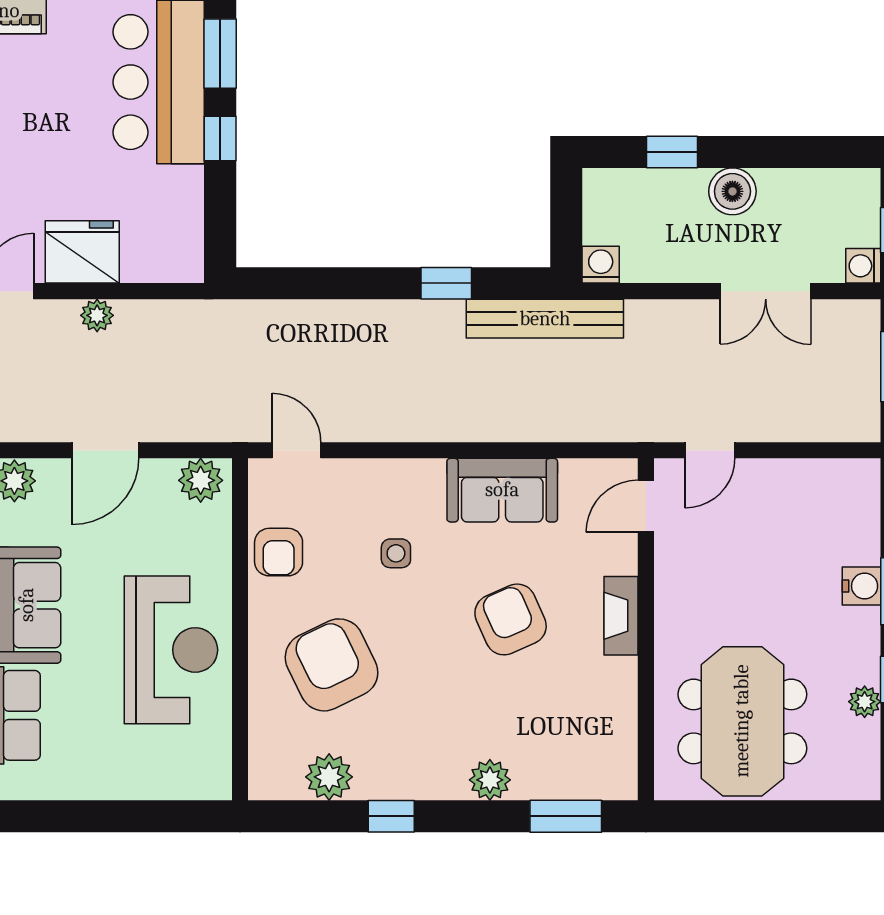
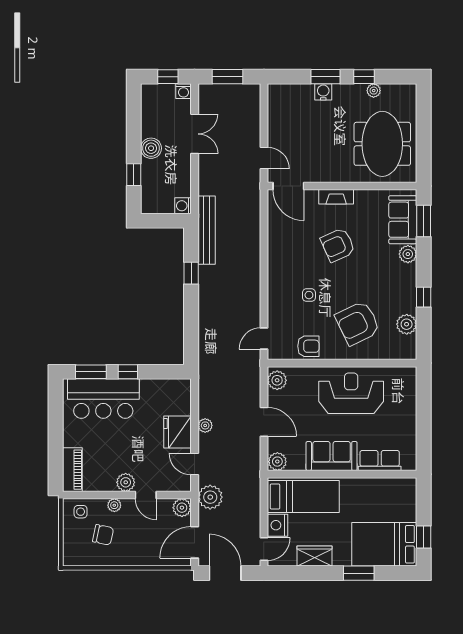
sofa: (502, 490) -> (403, 220), moved, turned 180
door: (646, 506) -> (288, 186), width x1.38
meeting table: (742, 721) -> (382, 144), turned 90

